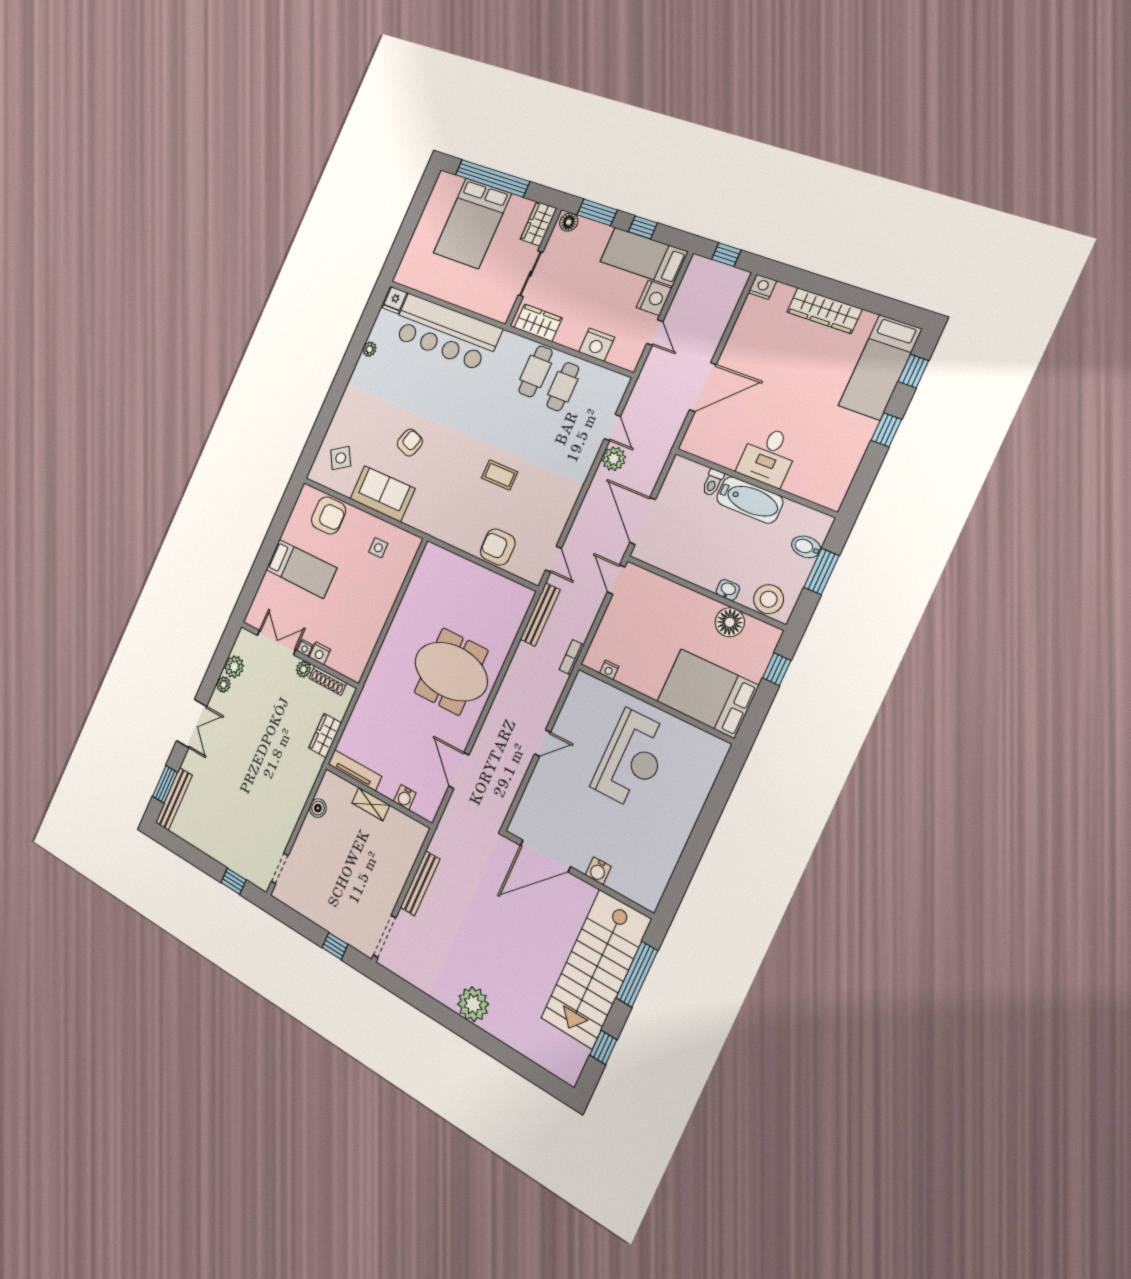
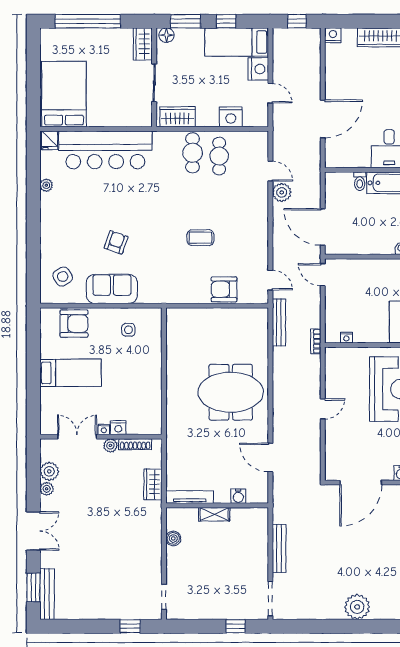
bed: (472, 223) -> (64, 94), moved, turned 180

